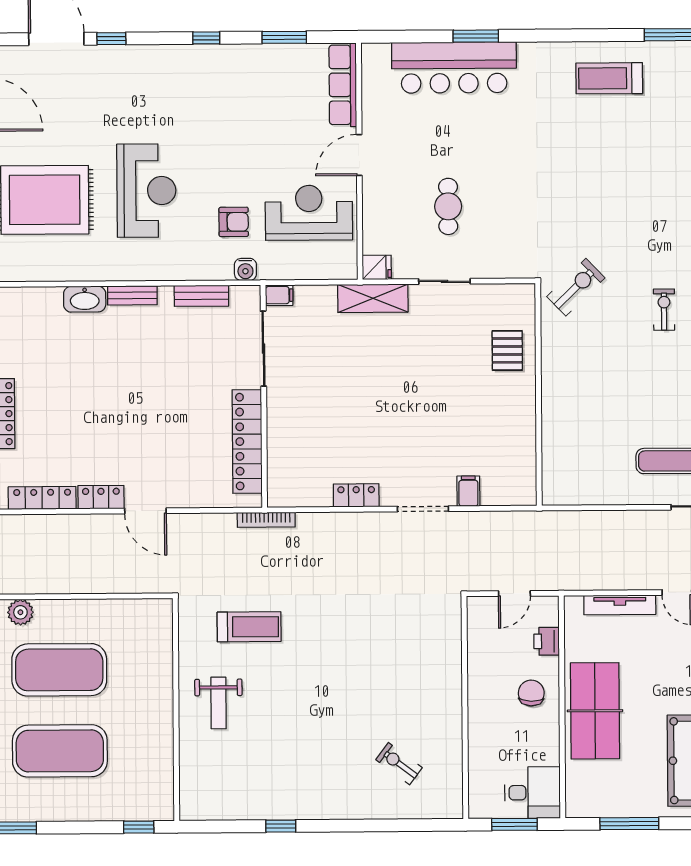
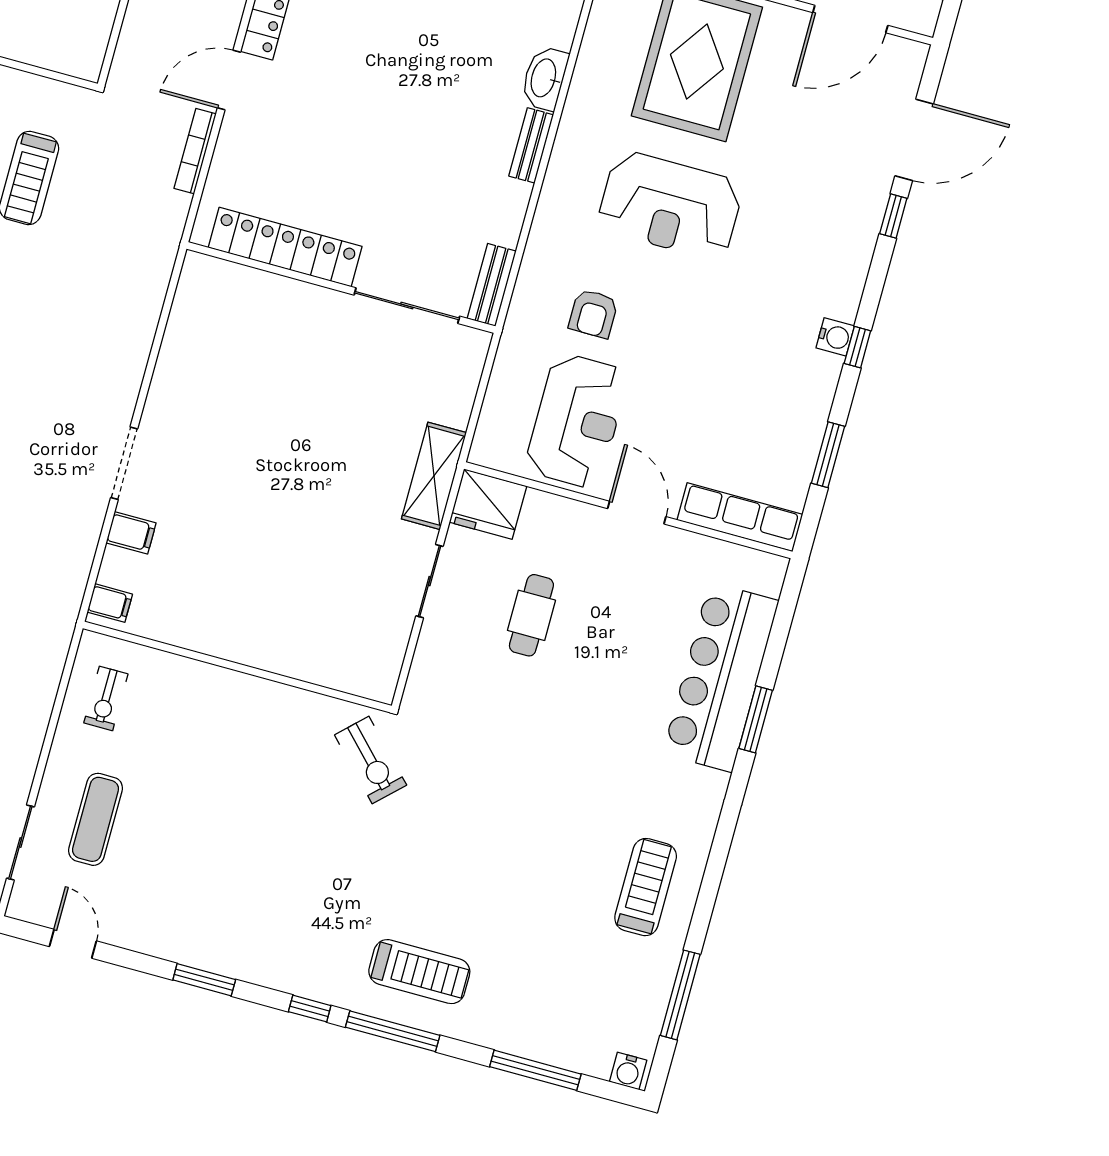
cafe table: (448, 206) -> (531, 615), turned 90
fridge: (377, 267) -> (488, 504), width x1.88, depth x1.34
water cooler: (245, 269) -> (835, 337), moved, turned 180
filing cabinet: (279, 295) -> (110, 603), moved, turned -90
bench: (201, 296) -> (492, 285), moved
exercise bike: (664, 310) -> (106, 698), moved, turned 90
pallet: (507, 350) -> (310, 641), removed
locker: (356, 495) -> (169, 376), removed
bookcase: (266, 520) -> (195, 151), moved

